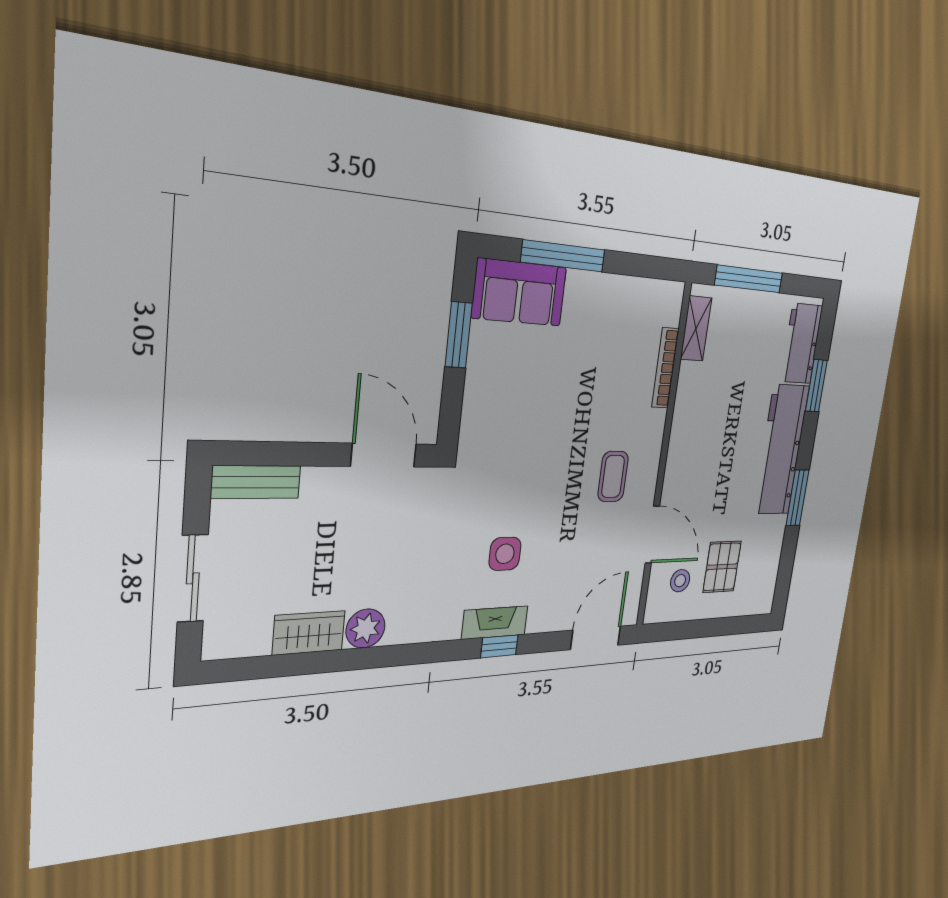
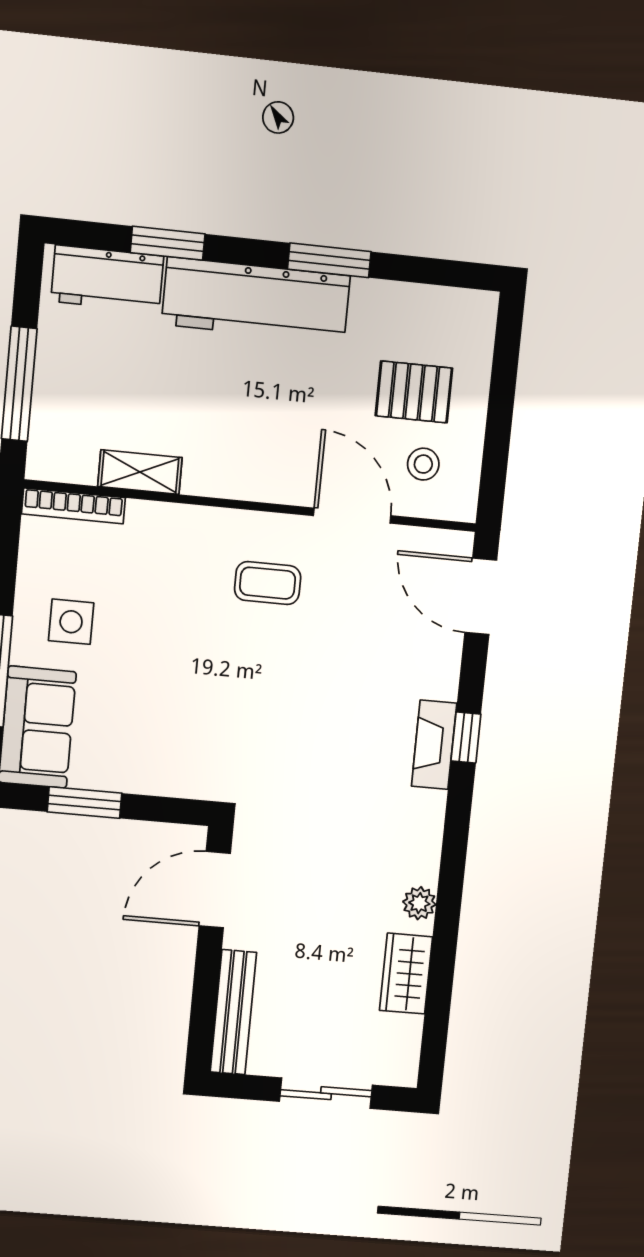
shelving: (696, 329) -> (140, 472), moved
bookcase: (665, 368) -> (73, 506), moved
bench: (256, 482) -> (233, 1012), width x1.36
door: (652, 535) -> (352, 516), hinge flipped
side table: (505, 554) -> (71, 622), moved
plant: (366, 628) -> (419, 903), width x0.73, depth x0.73

